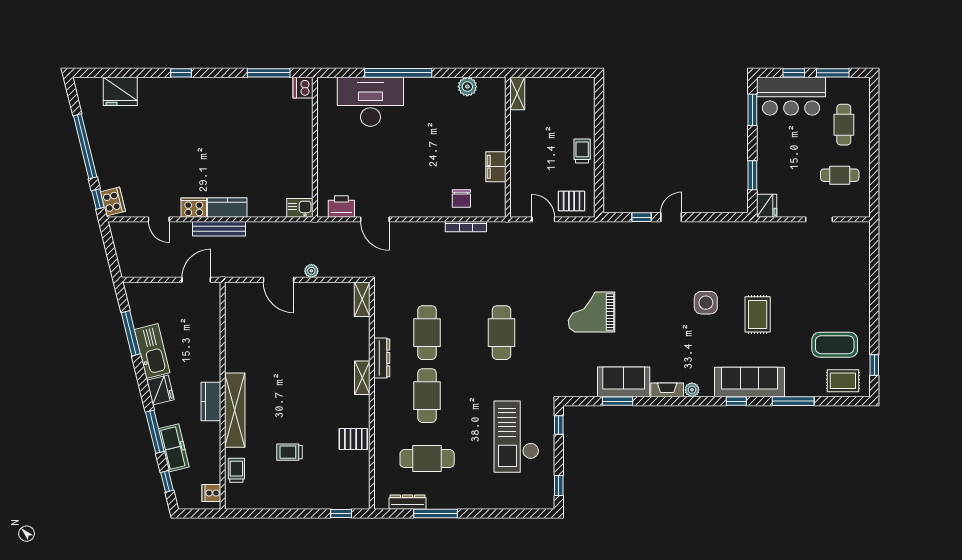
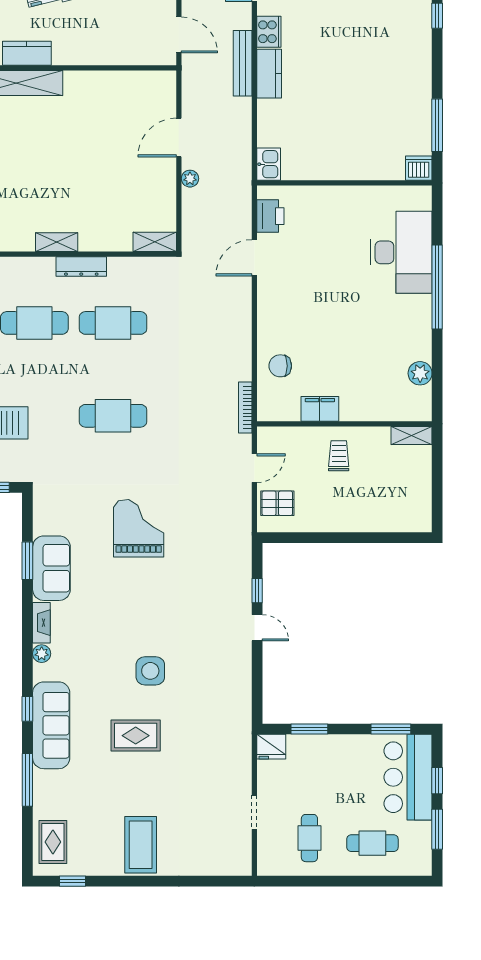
trolley: (582, 151) -> (339, 456), moved, turned -90
pallet: (572, 201) -> (277, 503), turned 90
bookcase: (466, 227) -> (245, 407), moved
coffee table: (835, 345) -> (141, 845), moved

